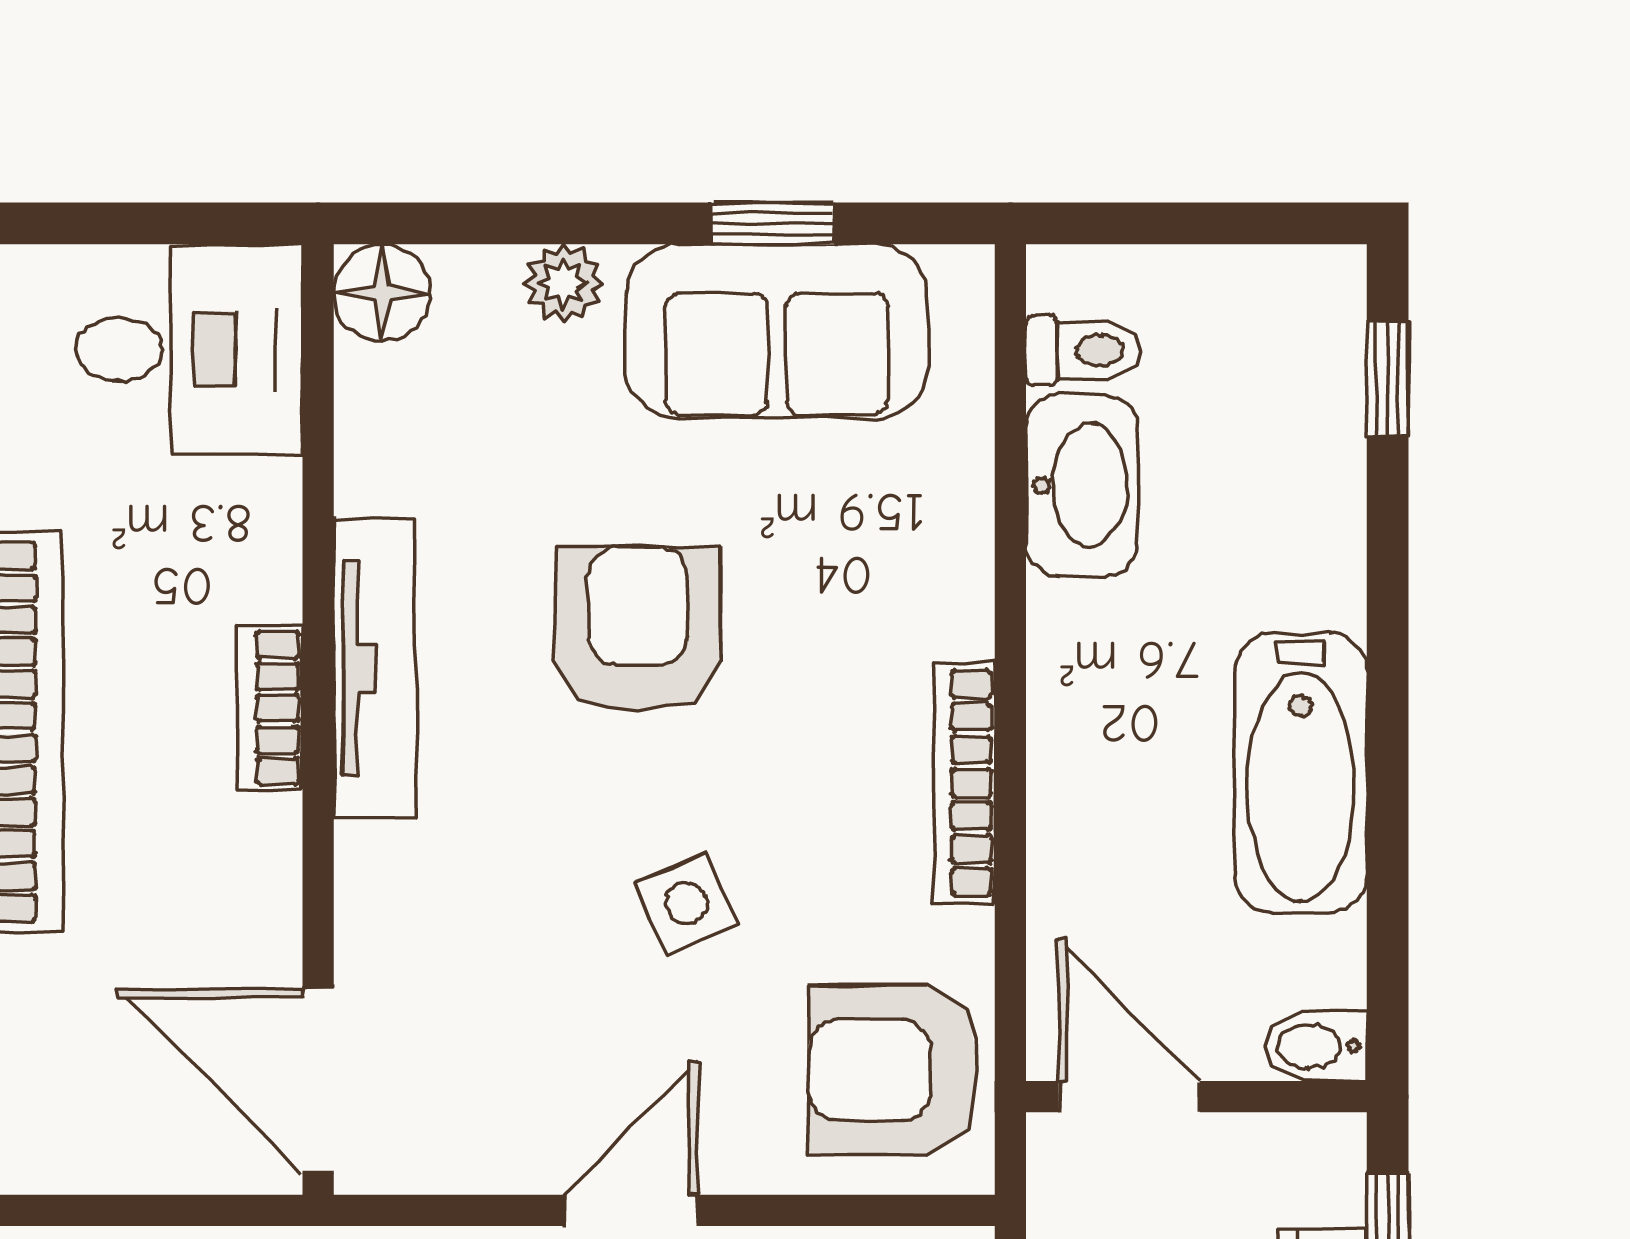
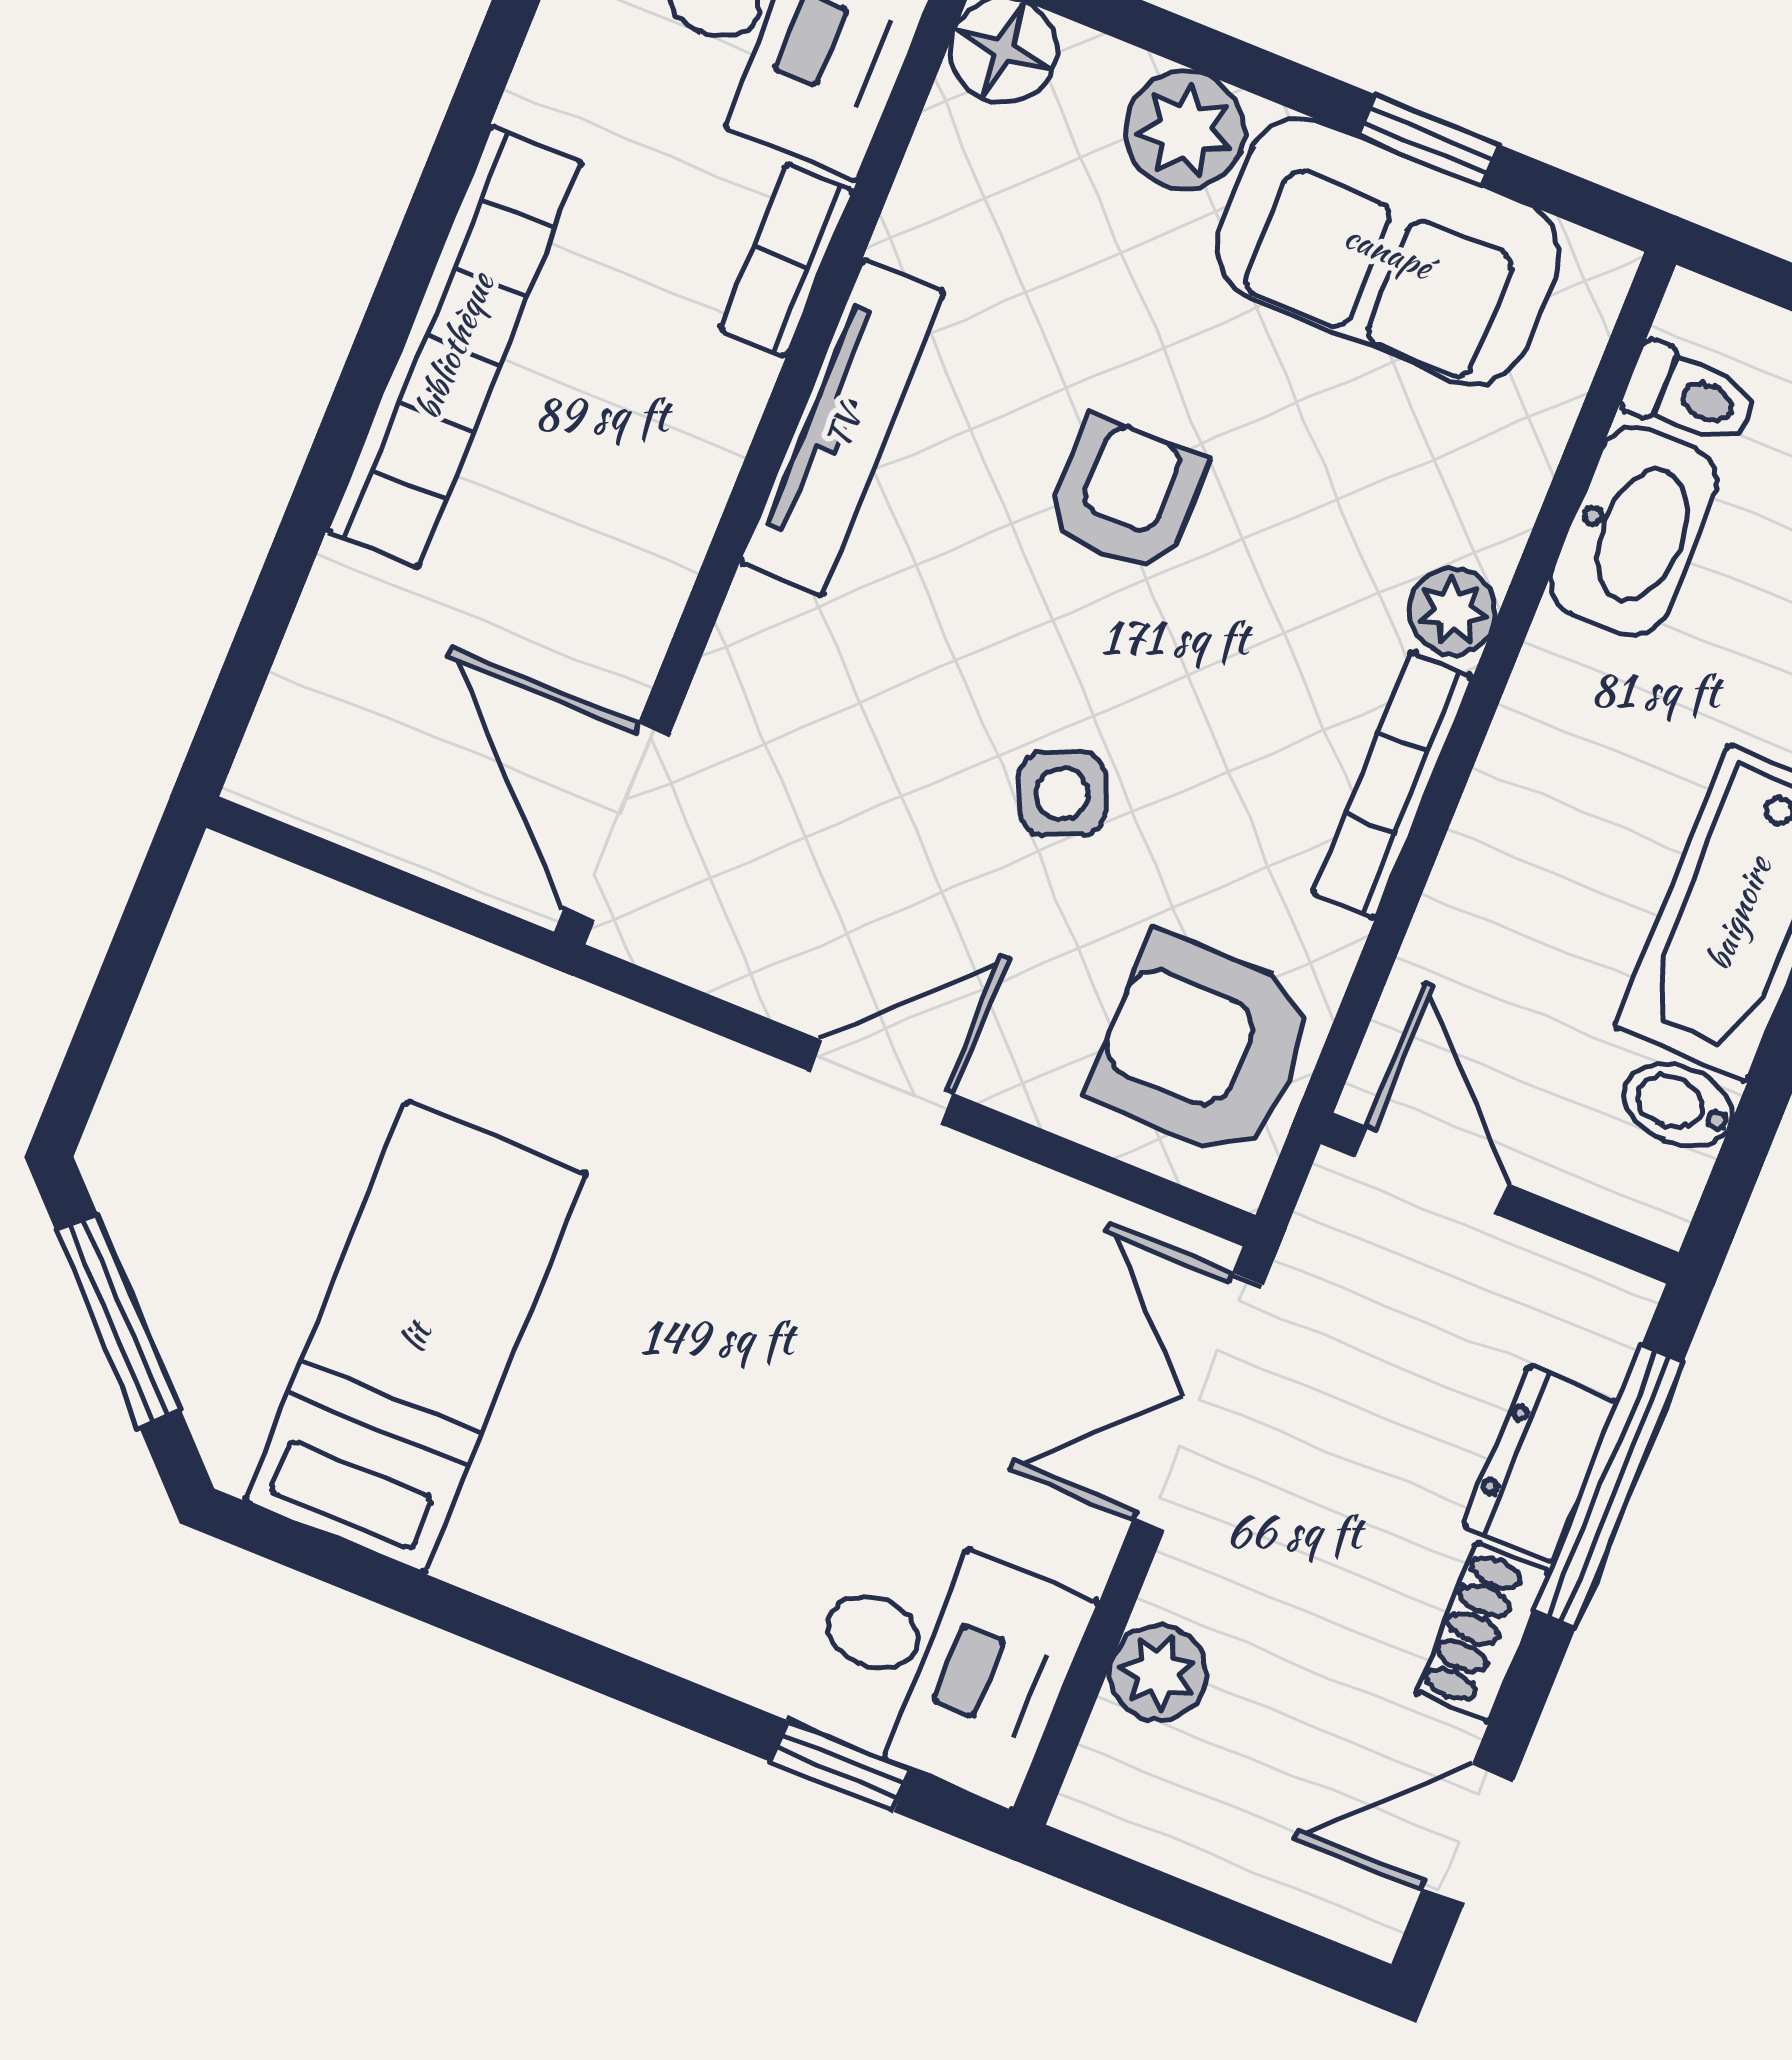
plant: (563, 283) -> (1185, 130), width x1.38, depth x1.38
plant: (955, 615) -> (1453, 611), added
armchair: (638, 629) -> (1125, 496), width x0.72, depth x0.72
bookcase: (270, 708) -> (787, 260), moved
bidet: (1316, 1046) -> (1678, 1105), moved

